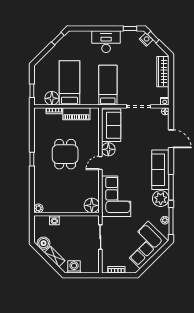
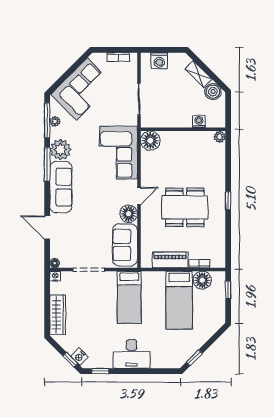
dining table: (65, 154) -> (185, 207), width x1.37
washing machine: (74, 267) -> (159, 61), moved

